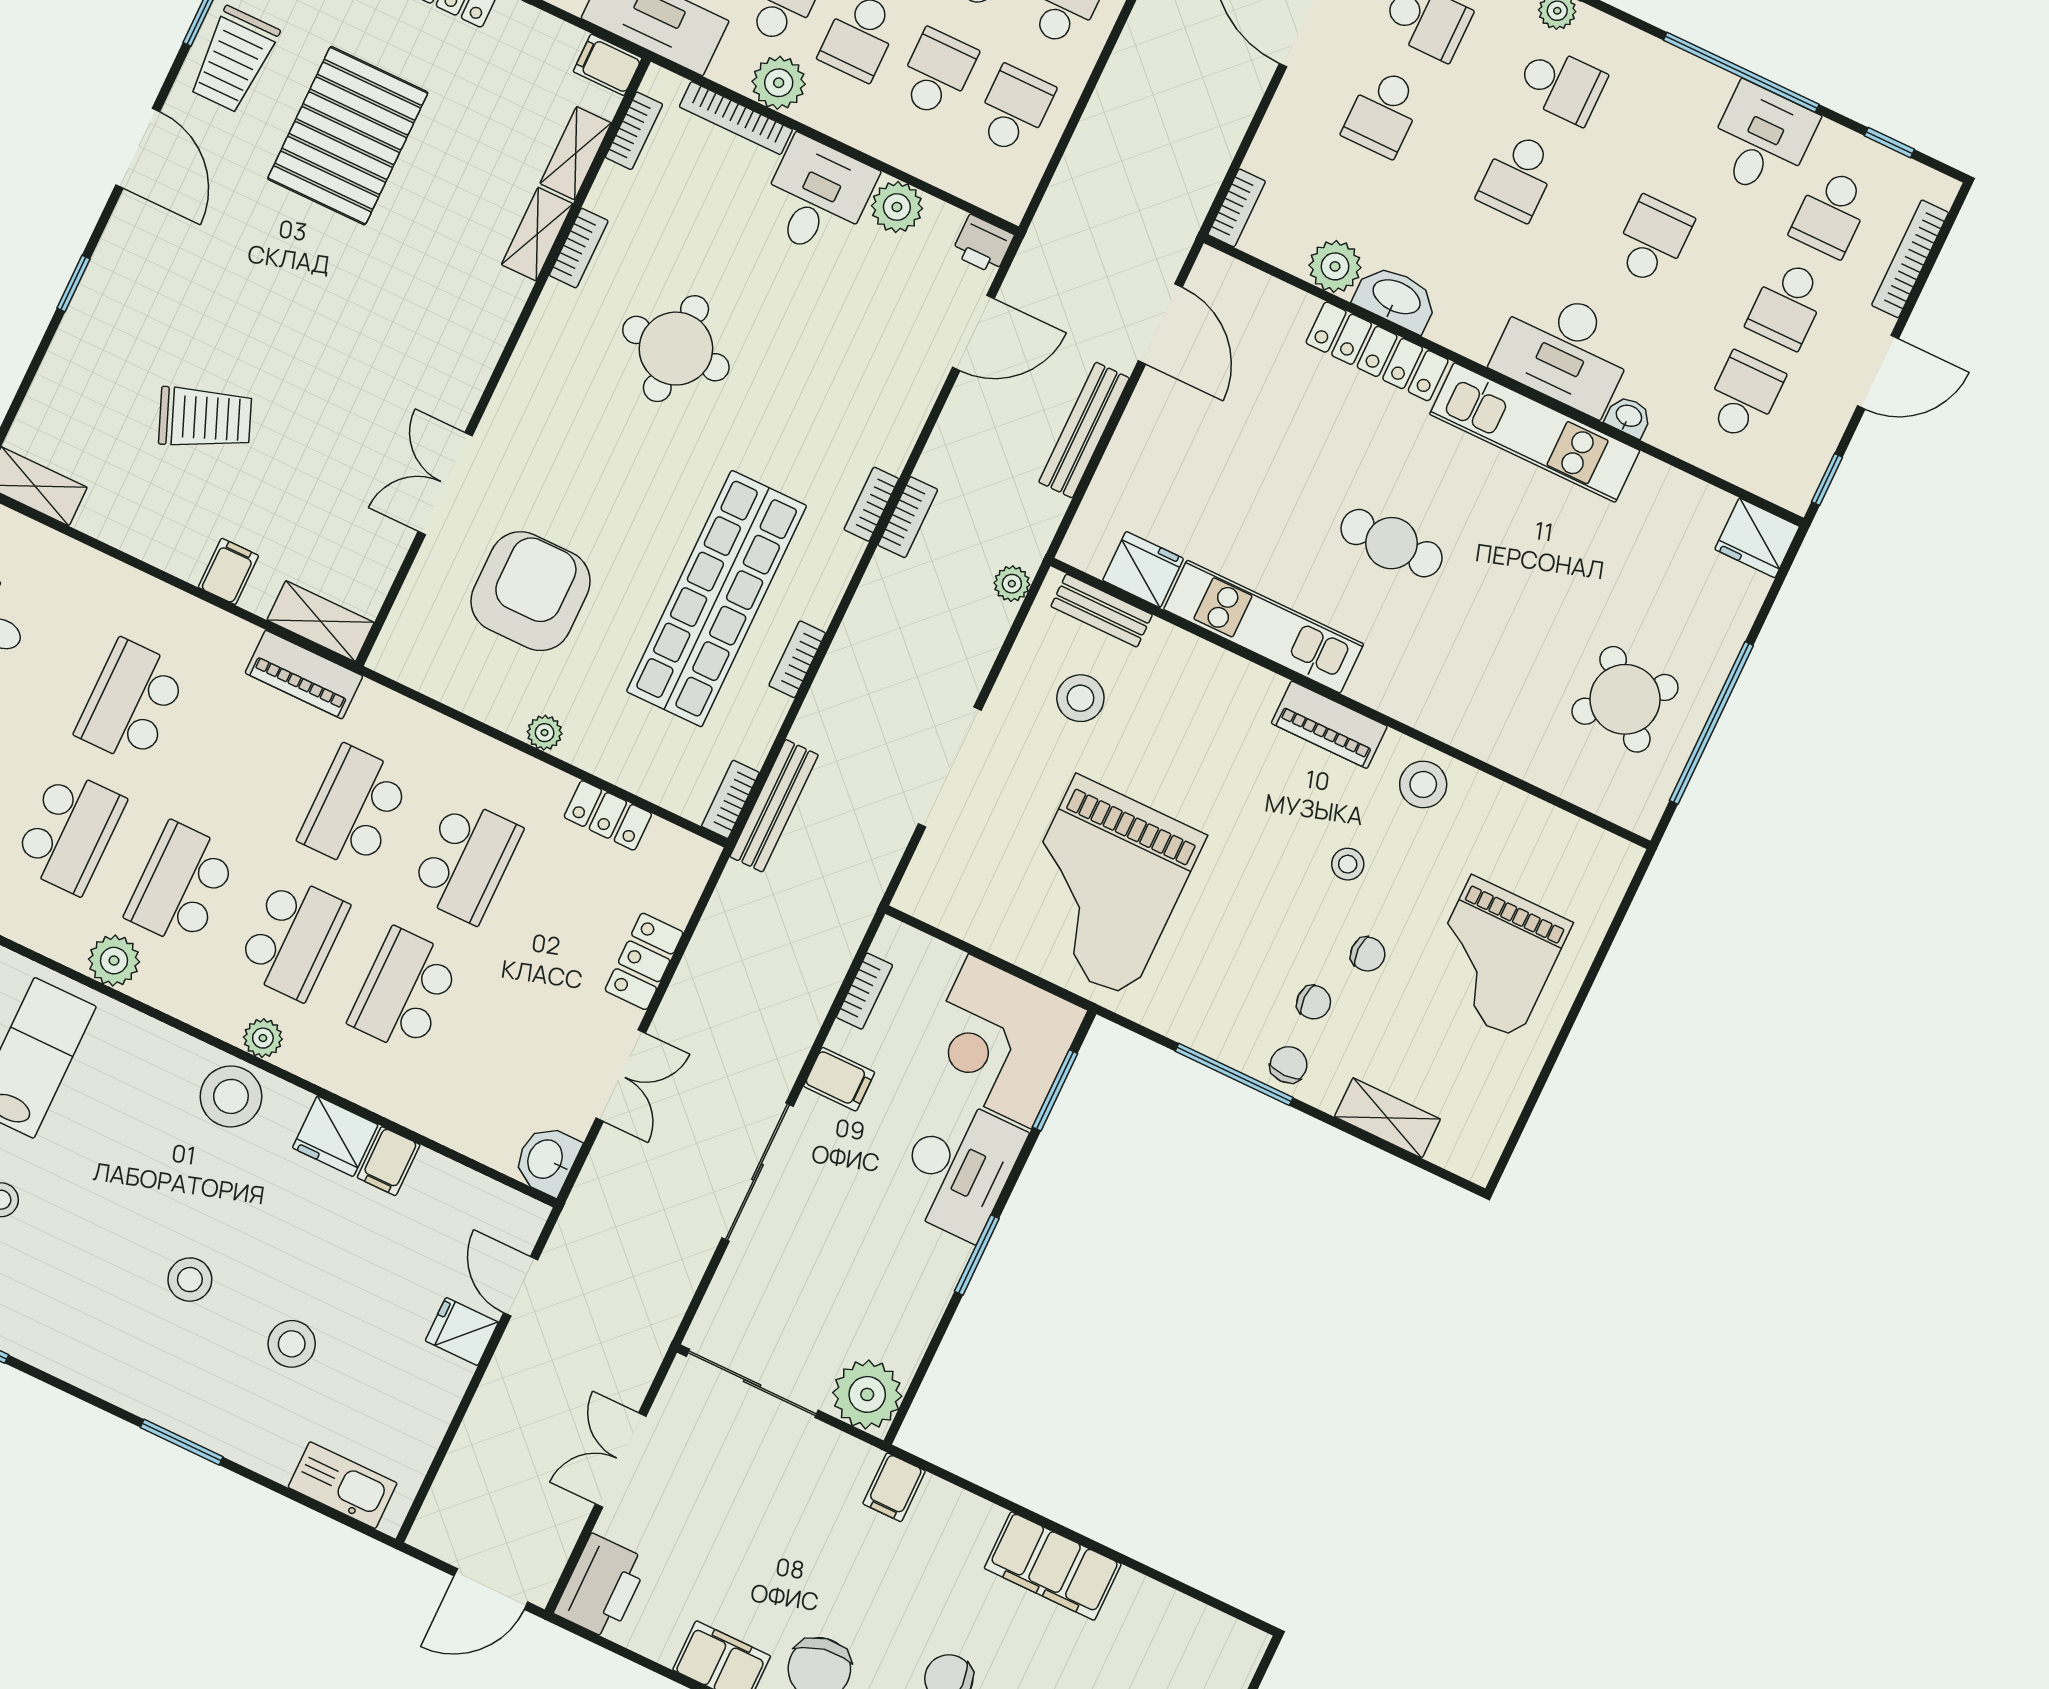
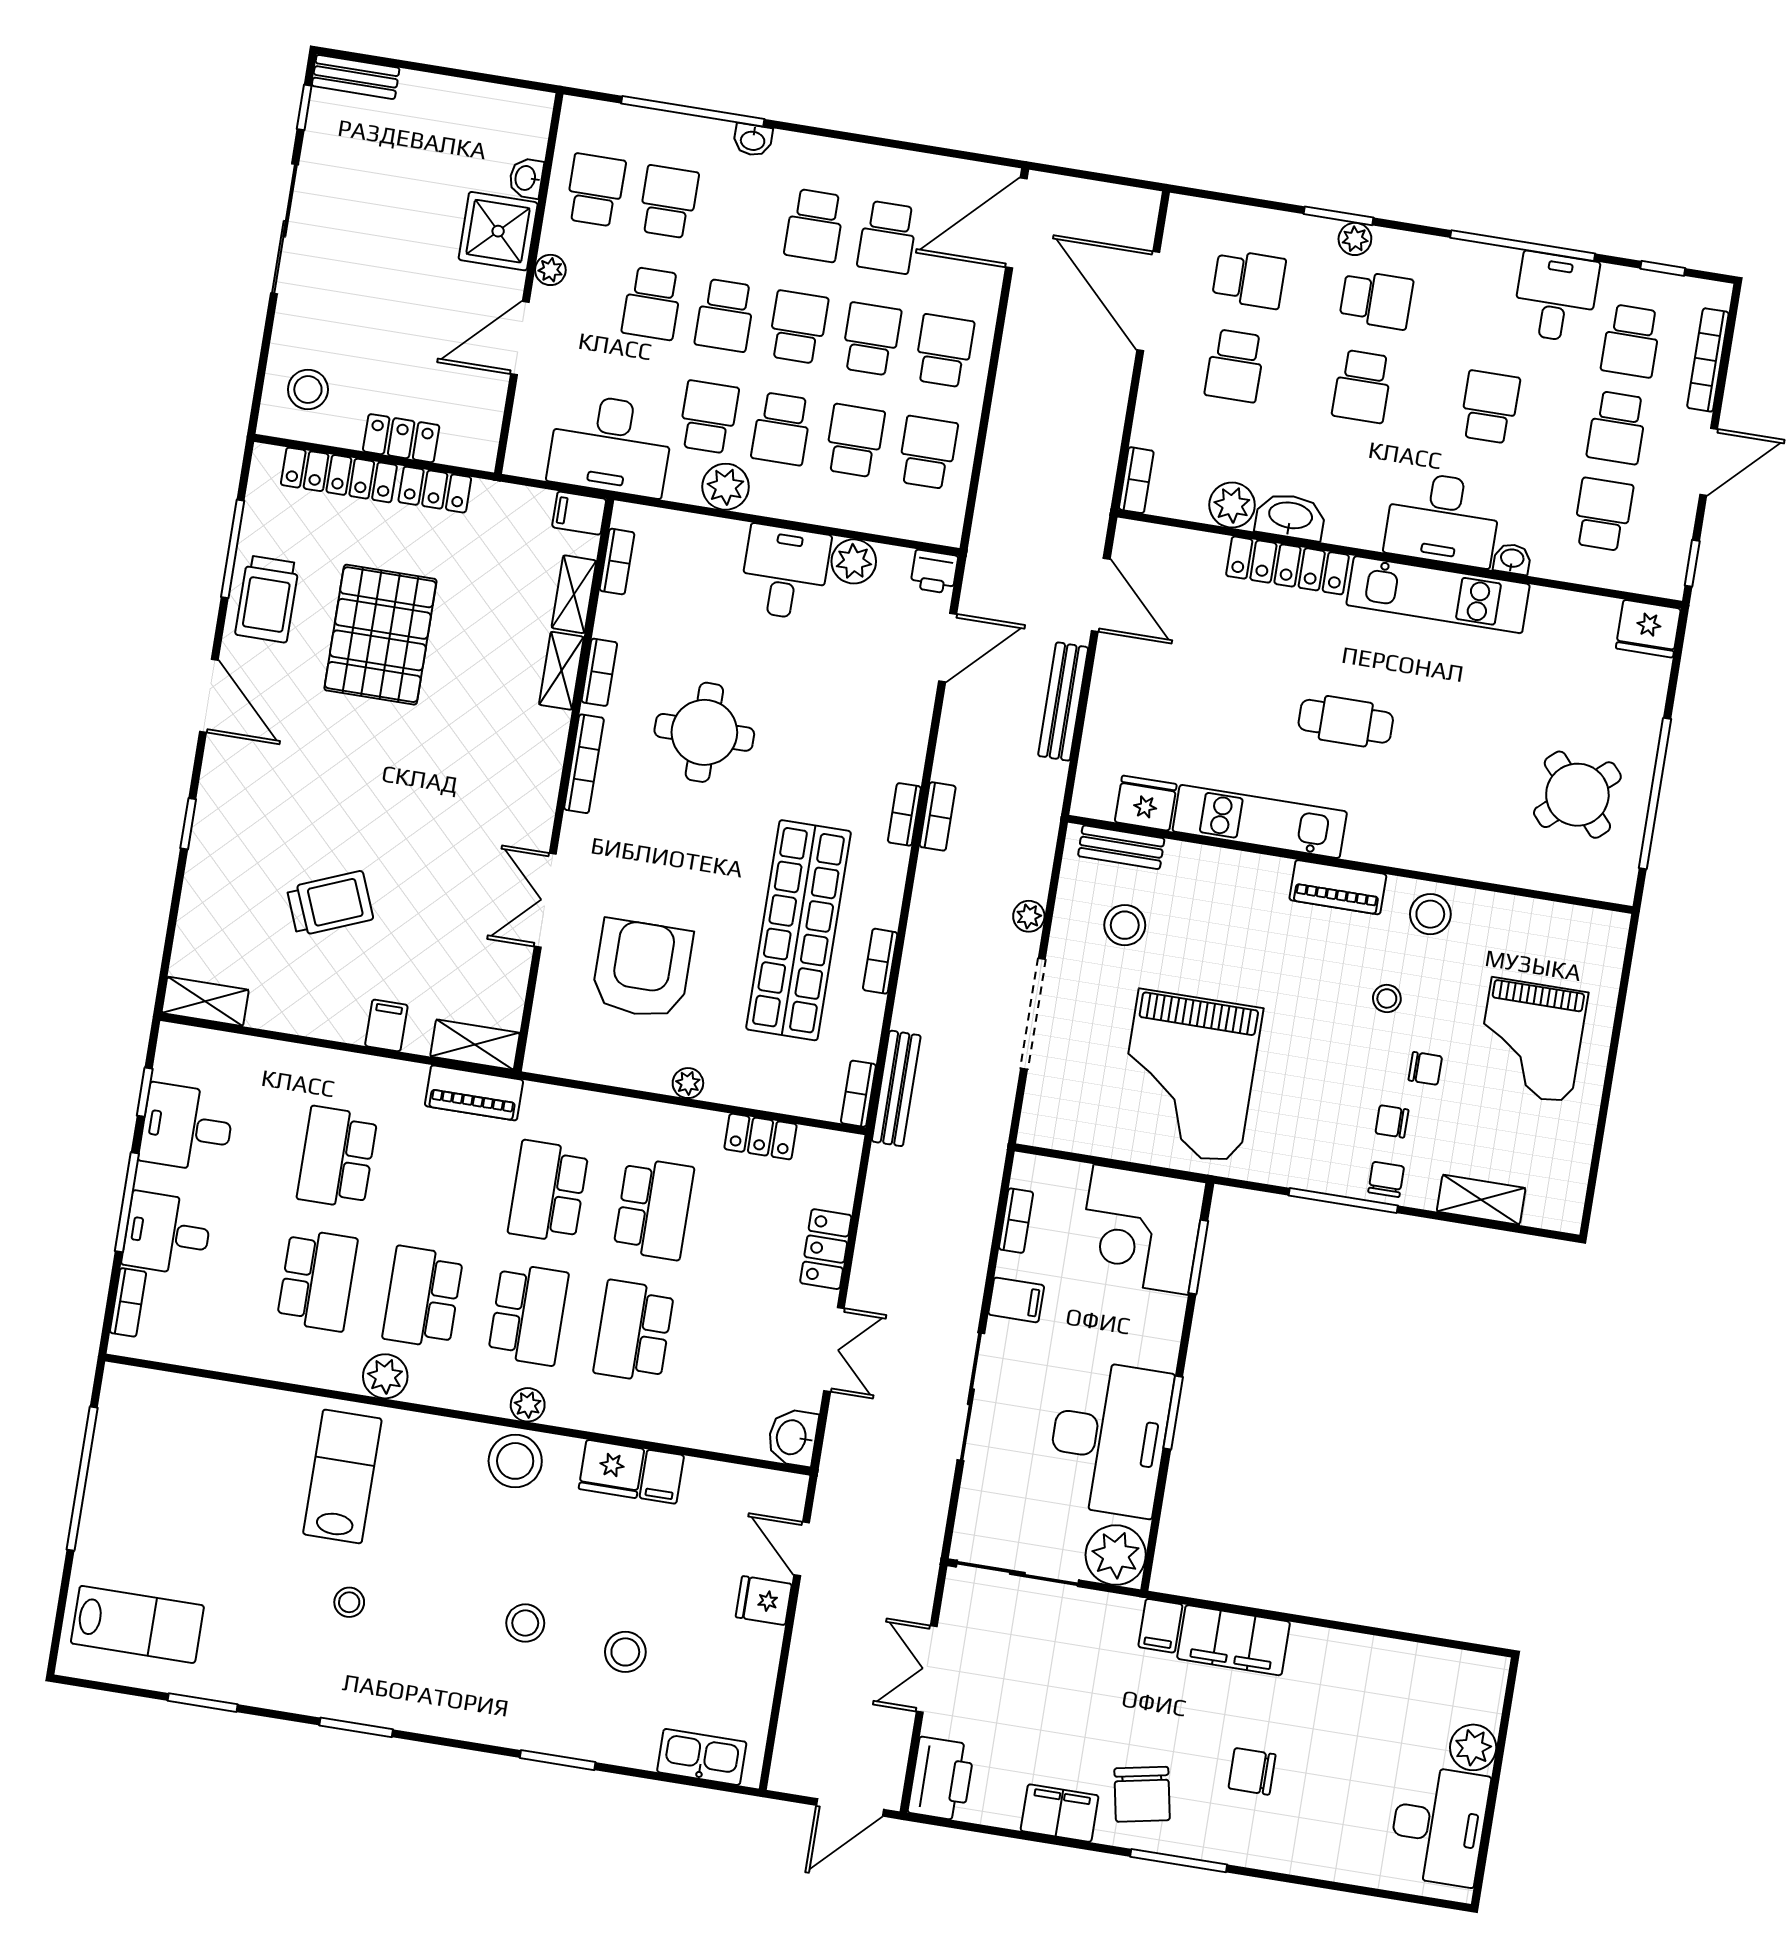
bookcase: (736, 118) -> (584, 764), moved, turned -90
plant: (1012, 584) -> (1029, 916), moved
chair: (1314, 1002) -> (1392, 1121), turned 180
desk: (959, 1168) -> (1109, 1438), moved, width x1.36, depth x1.30
filing cabinet: (1053, 1566) -> (1234, 1640), moved

